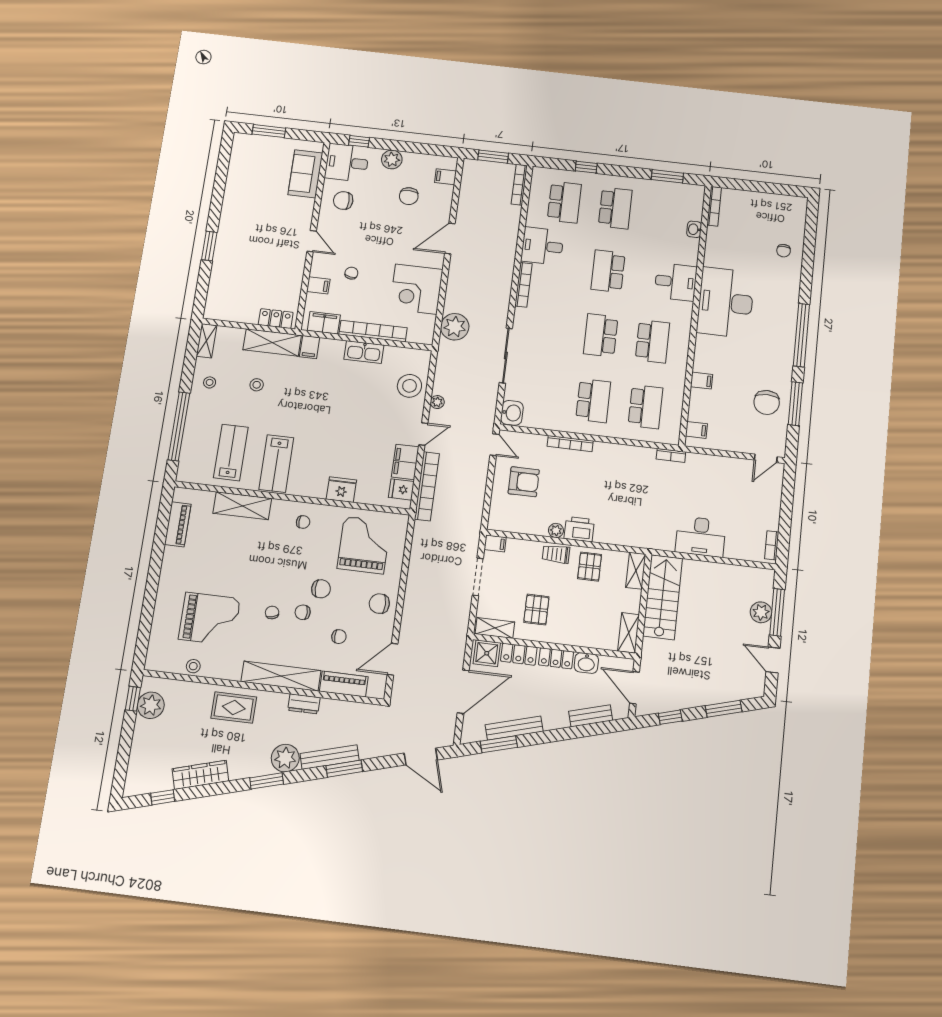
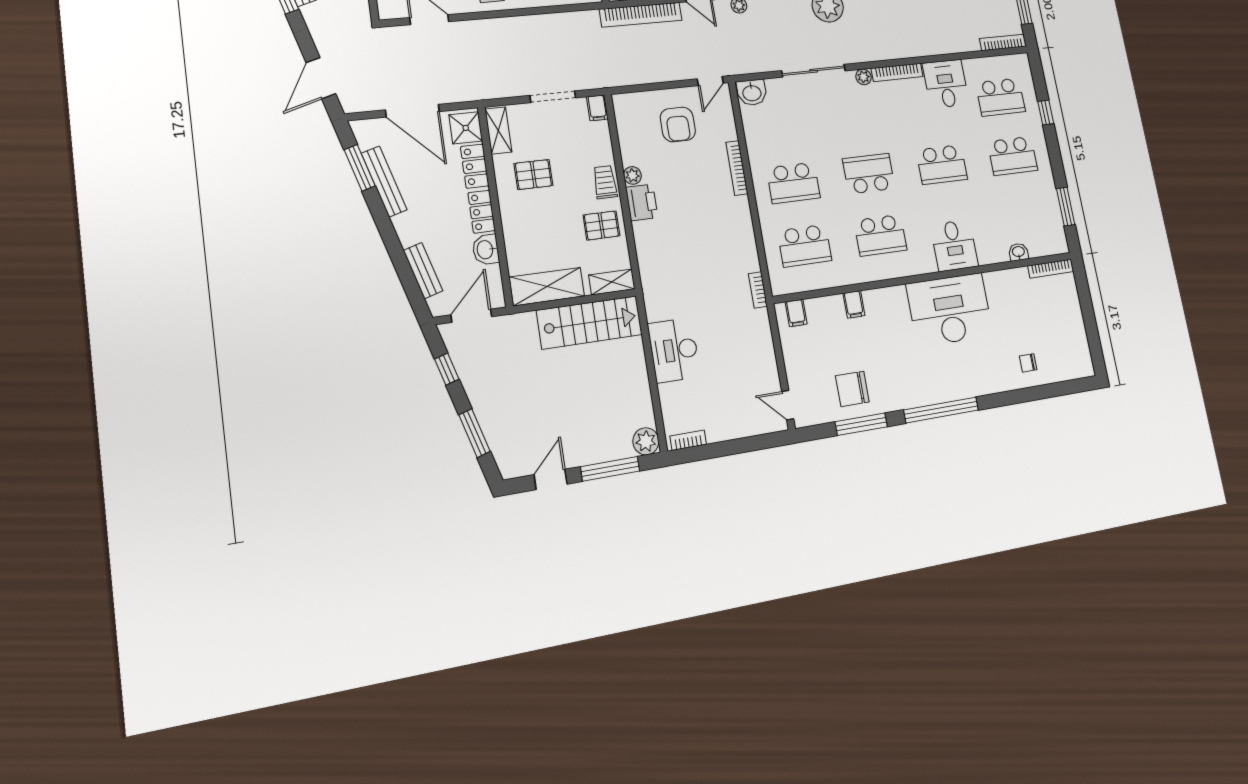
school desk: (608, 271) -> (942, 165), turned 180
plant: (521, 315) -> (864, 77), added
plant: (761, 612) -> (646, 441), moved
shelving: (629, 633) -> (547, 287), width x1.50, depth x1.33

